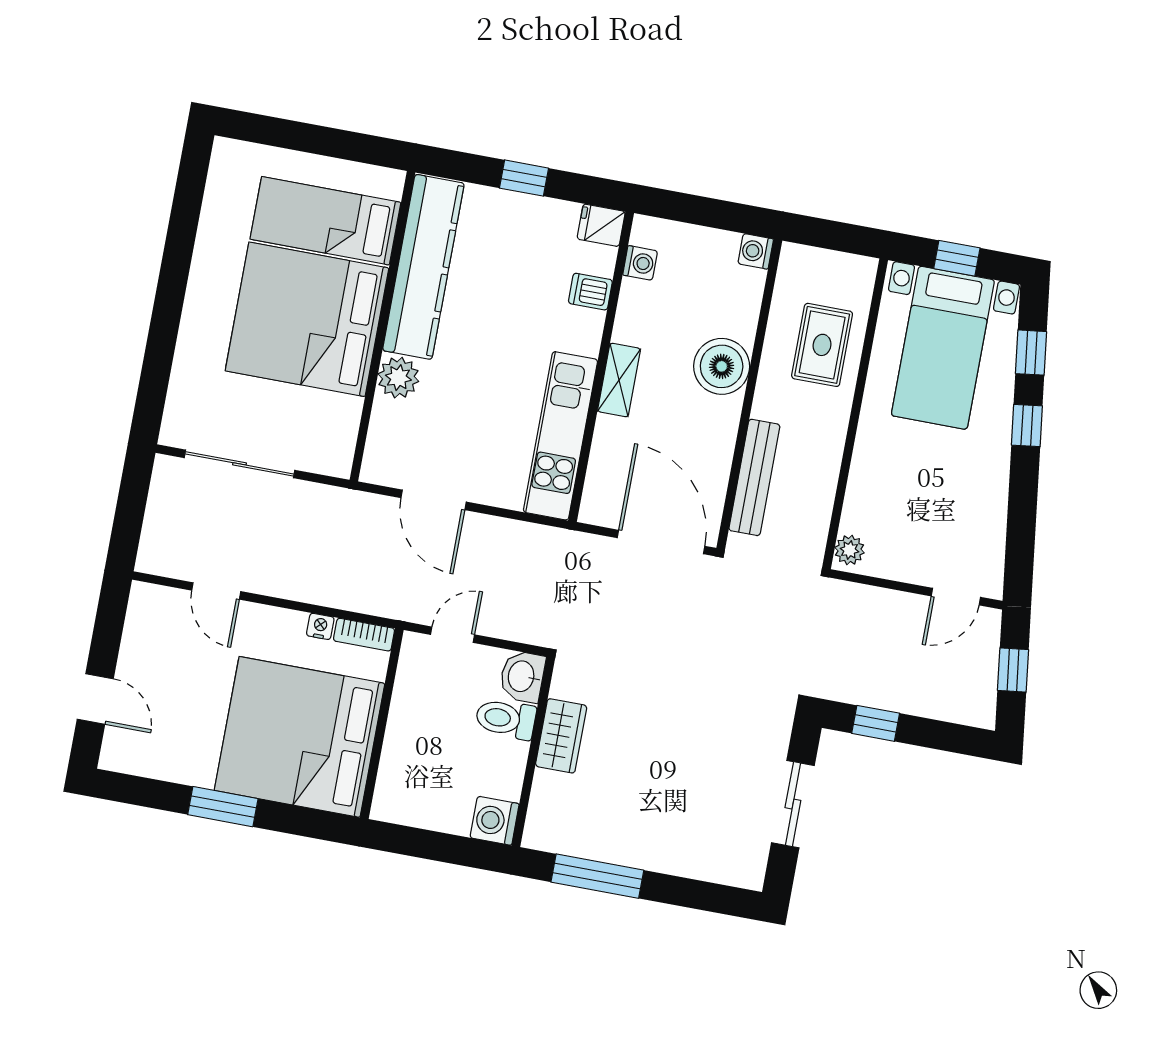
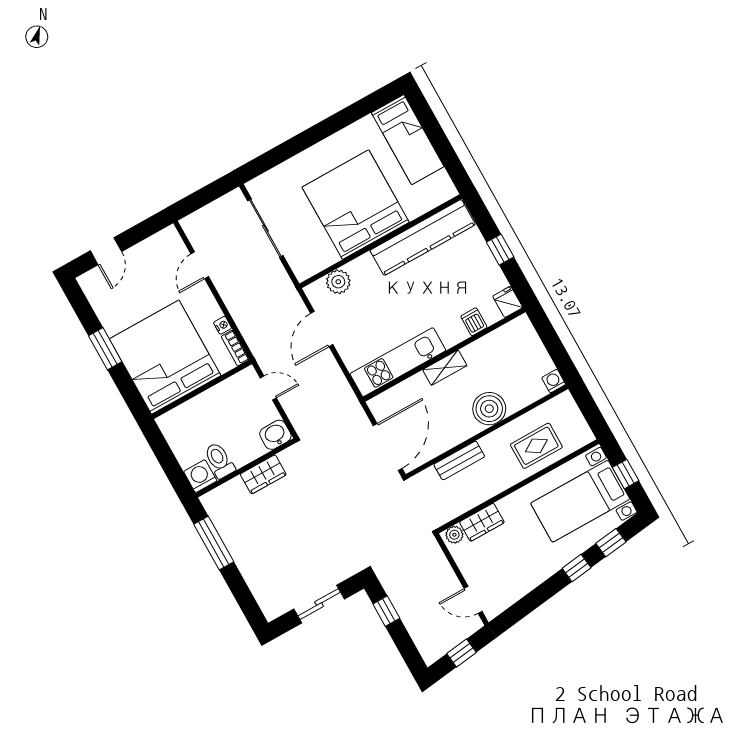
bed: (325, 221) -> (408, 140), moved, turned 180
washing machine: (640, 263) -> (505, 333), removed
plant: (398, 378) -> (338, 282), moved
bench: (754, 477) -> (459, 461), width x0.73
wardrobe: (863, 500) -> (482, 522), added
toilet: (506, 719) -> (219, 460), moved

